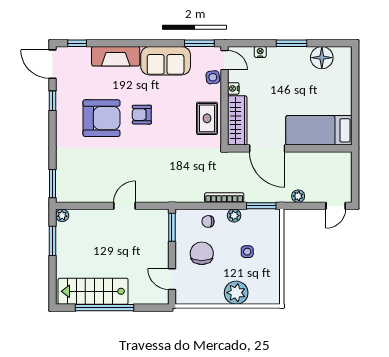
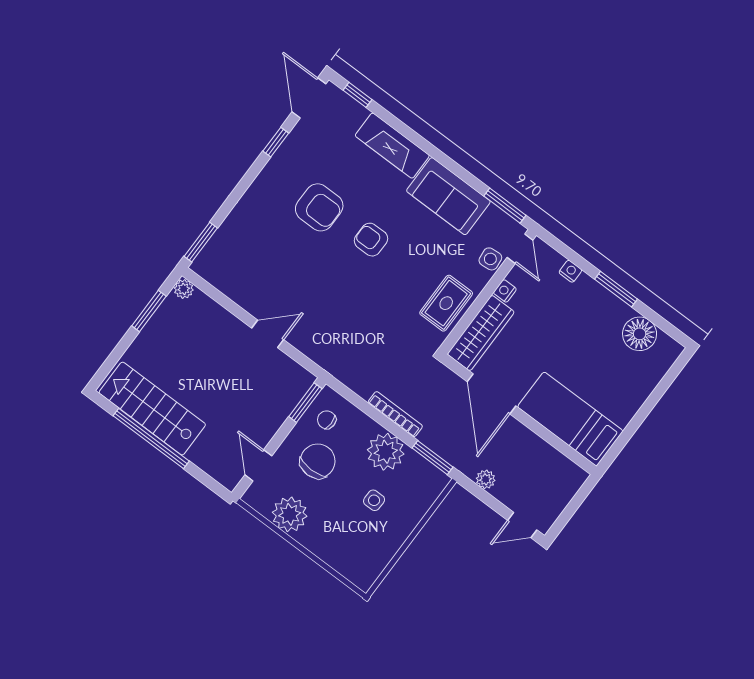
armchair: (102, 118) -> (319, 207), width x0.73, depth x0.73
plant: (234, 216) -> (386, 452), width x1.87, depth x1.87
chair: (208, 221) -> (327, 420), moved
plant: (236, 293) -> (290, 514), moved

